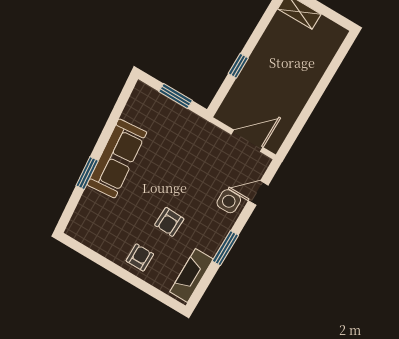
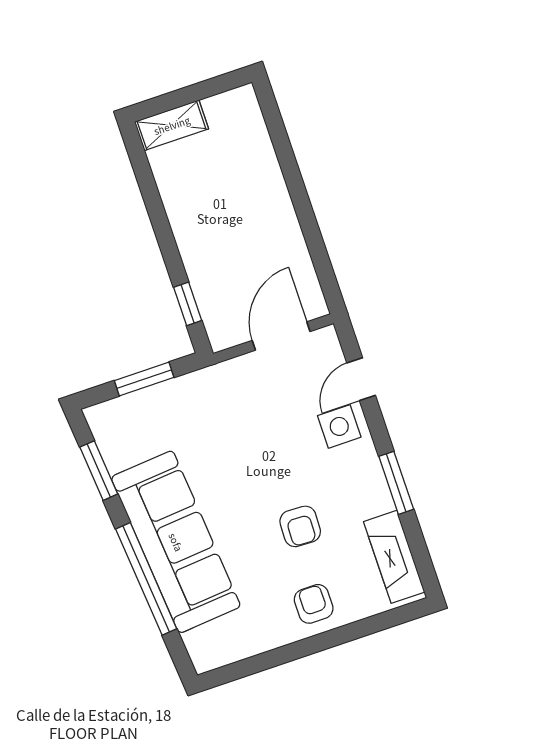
window: (238, 66) -> (188, 304), moved
window: (117, 111) -> (99, 471), added
sofa: (117, 158) -> (176, 542), width x1.36, depth x1.27
window: (87, 173) -> (146, 579), width x2.11

